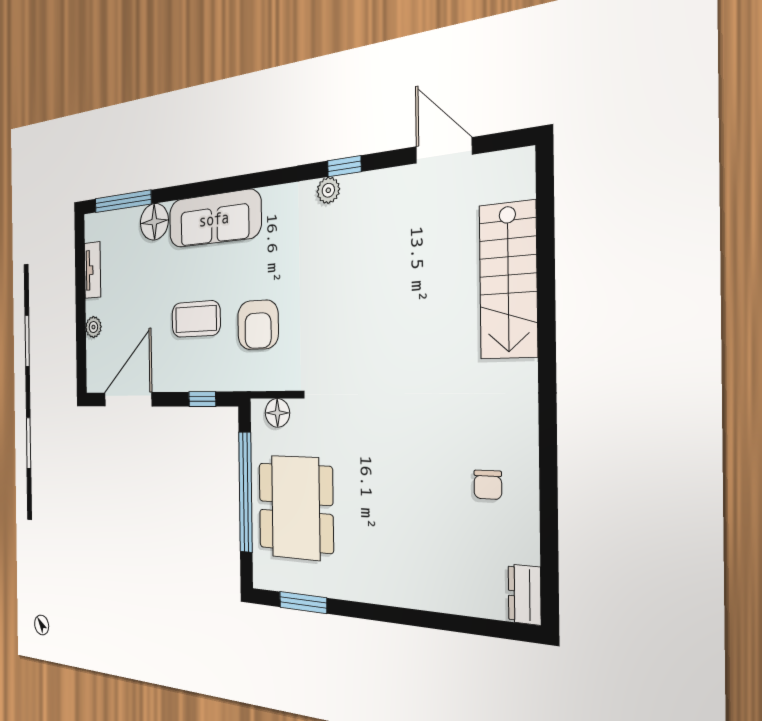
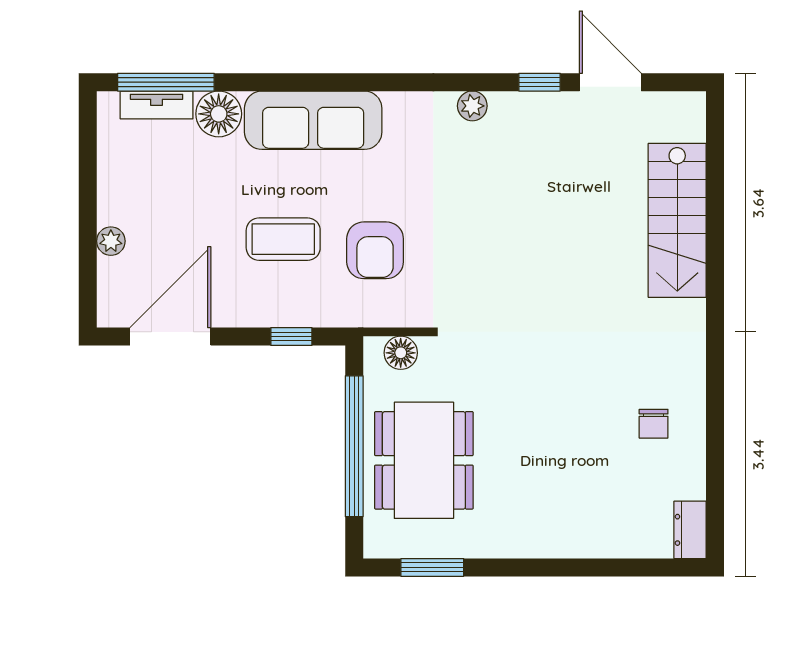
window: (344, 166) -> (540, 82), moved
tv unit: (92, 270) -> (157, 105), moved, turned 90

